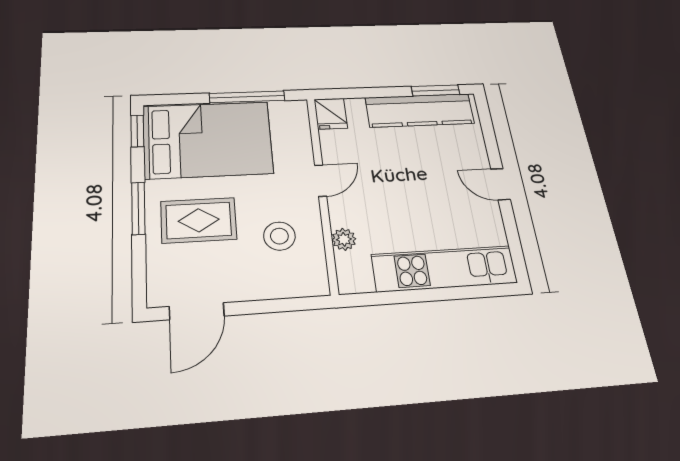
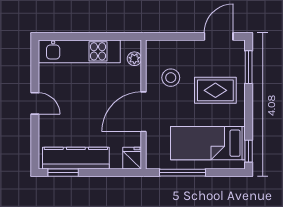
bed: (208, 140) -> (208, 143), width x0.67
door: (321, 181) -> (144, 112), width x1.88
window: (138, 208) -> (249, 67), moved
plant: (344, 239) -> (134, 59), moved

